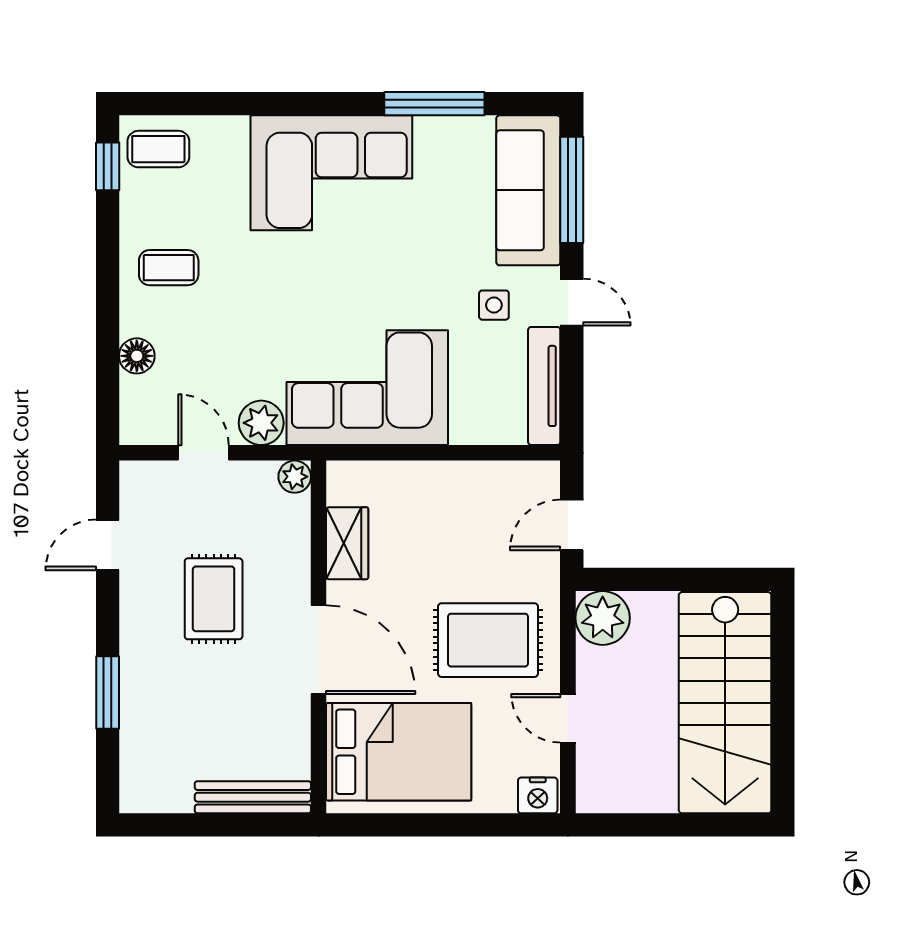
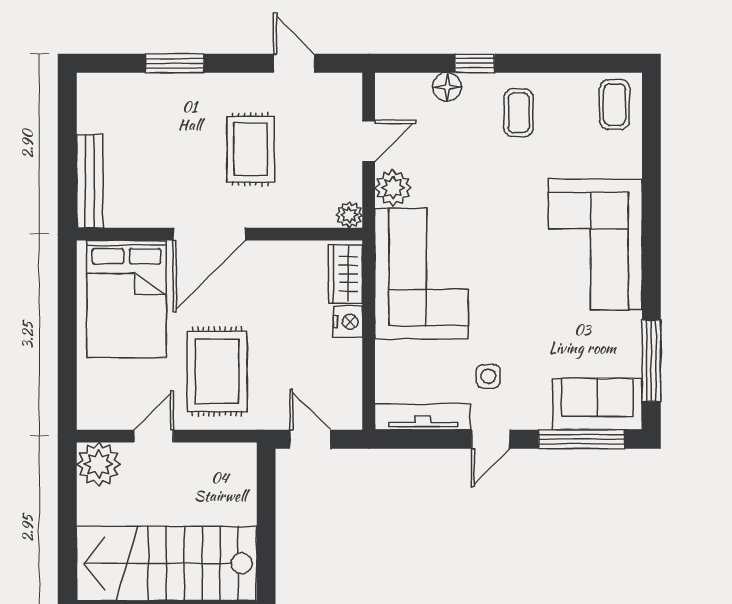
window: (434, 104) -> (651, 361), moved
window: (108, 166) -> (475, 63), moved
sofa: (528, 190) -> (597, 404), width x0.73
wardrobe: (347, 543) -> (345, 274), moved, turned 90
rug: (214, 599) -> (250, 149), turned 90
plant: (603, 618) -> (99, 464), moved
nightstand: (538, 795) -> (348, 322), moved, turned 180

